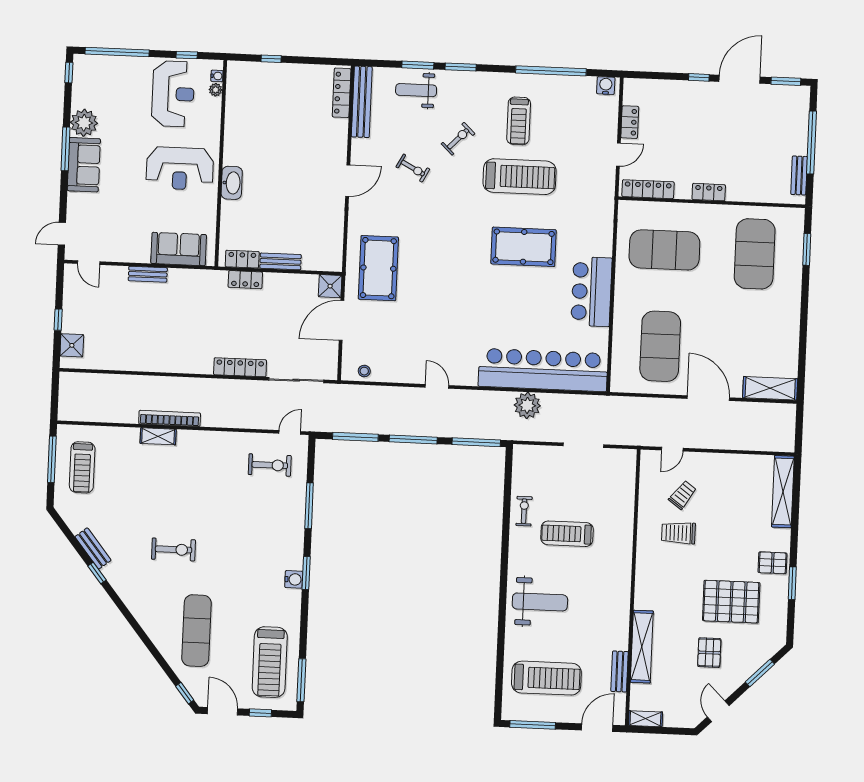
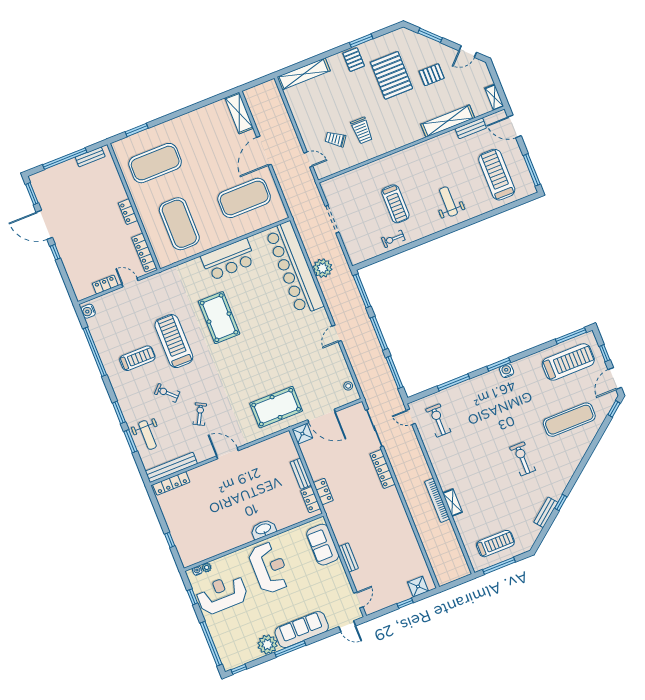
sofa: (84, 165) -> (302, 630), width x1.36
weight bench: (540, 602) -> (448, 202), width x0.73, depth x0.75

